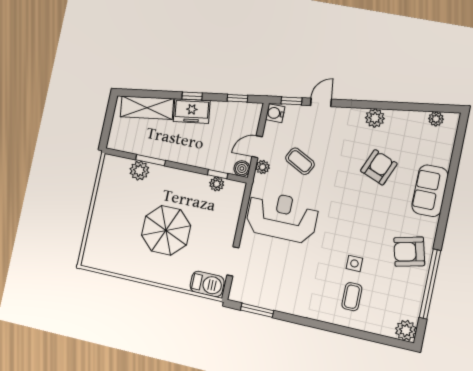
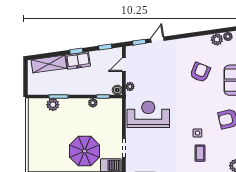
water cooler: (275, 113) -> (131, 52), removed
plant: (375, 118) -> (217, 39), moved
door: (257, 147) -> (124, 65), moved
coffee table: (300, 161) -> (152, 78), removed
plant: (217, 184) -> (93, 103), moved
parasol: (166, 230) -> (85, 151), moved

